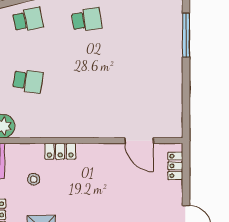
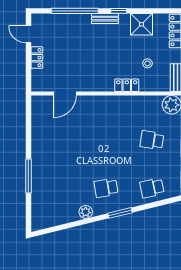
door: (139, 141) -> (65, 94), swing flipped
locker: (175, 166) -> (37, 58), moved

